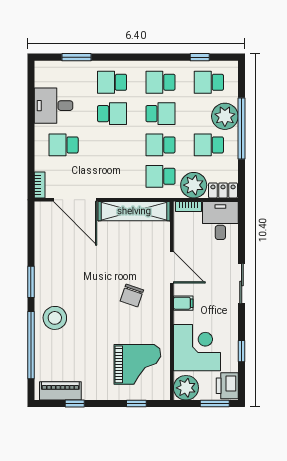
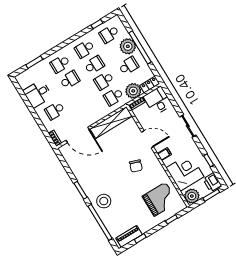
school desk: (209, 145) -> (129, 66), turned 180

